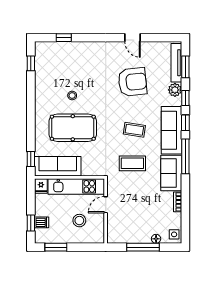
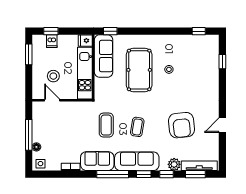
door: (106, 205) -> (52, 100), moved

